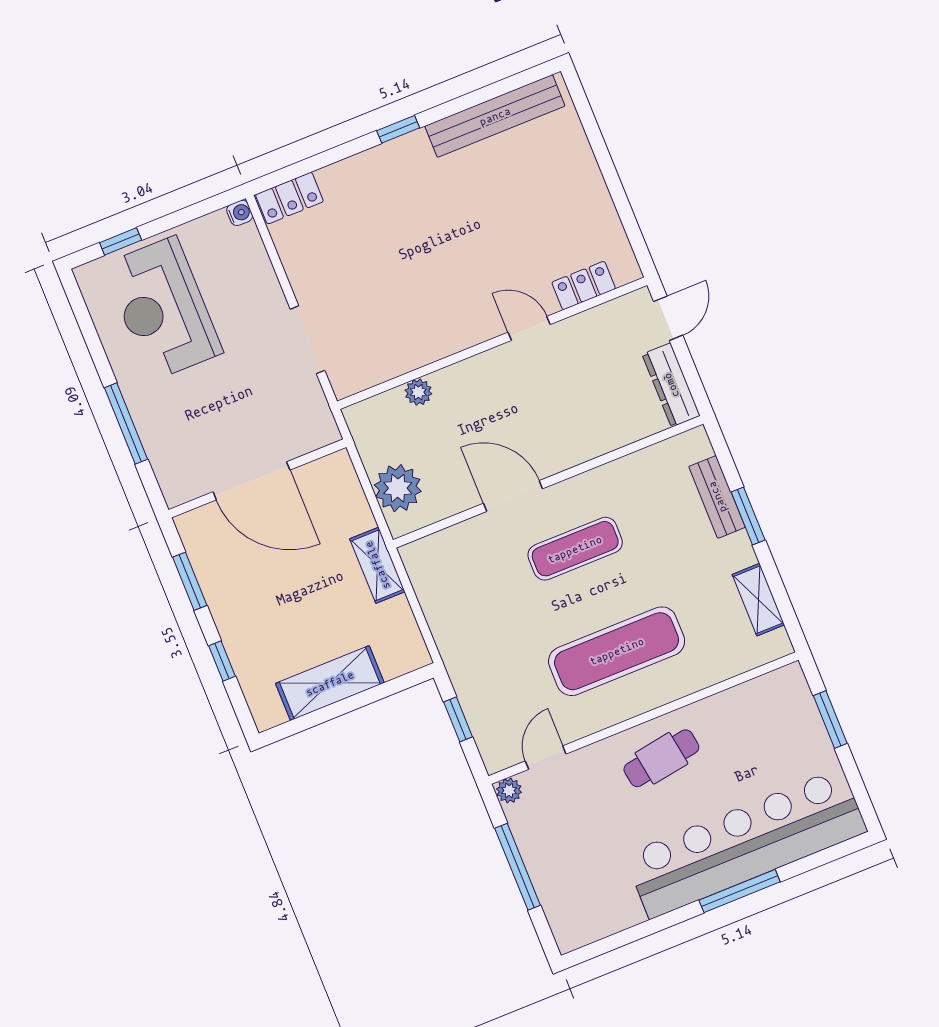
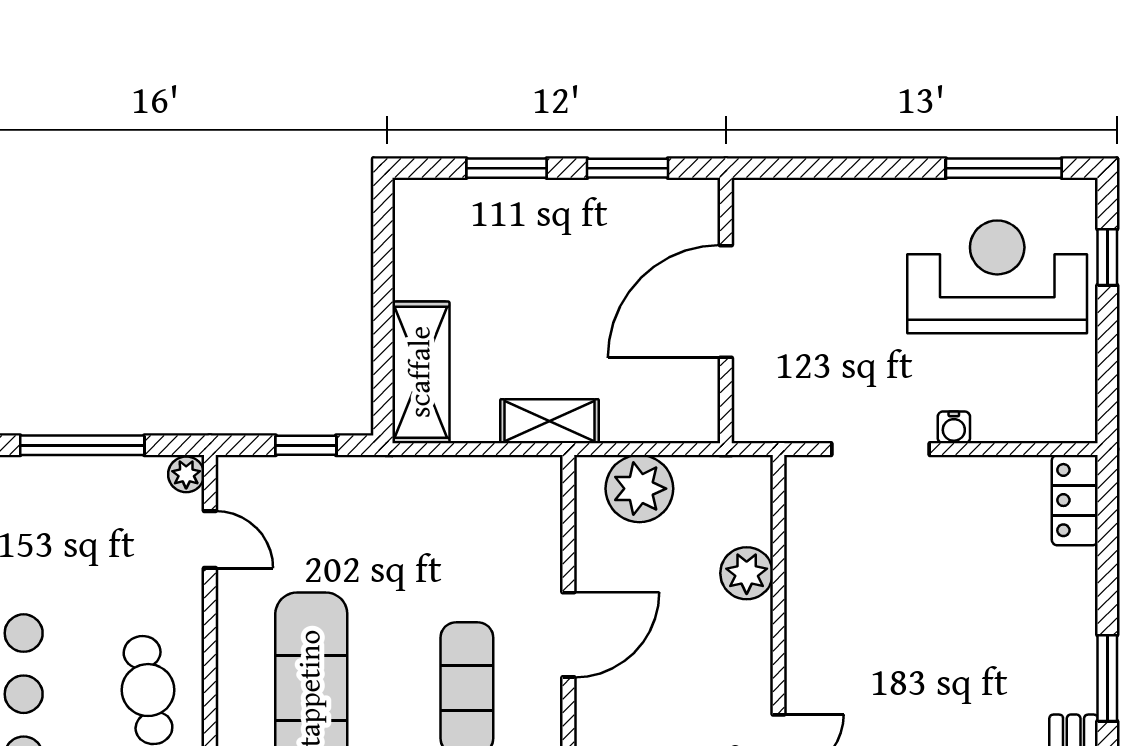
window: (398, 129) -> (1107, 678), width x1.50
water cooler: (240, 213) -> (954, 427), moved
plant: (418, 392) -> (747, 573), width x1.38, depth x1.38
window: (126, 423) -> (1004, 168), moved
window: (222, 661) -> (506, 168), width x1.50
shelving: (330, 683) -> (421, 372), moved

